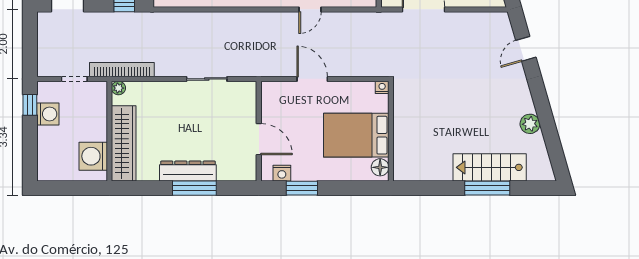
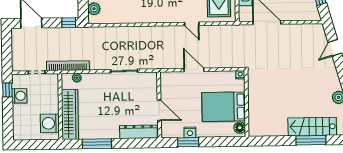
door: (310, 9) -> (192, 24), hinge flipped
plant: (118, 88) -> (77, 78), moved
dresser: (188, 171) -> (138, 132), moved
nightstand: (282, 173) -> (190, 132), moved
window: (194, 188) -> (97, 144), moved

